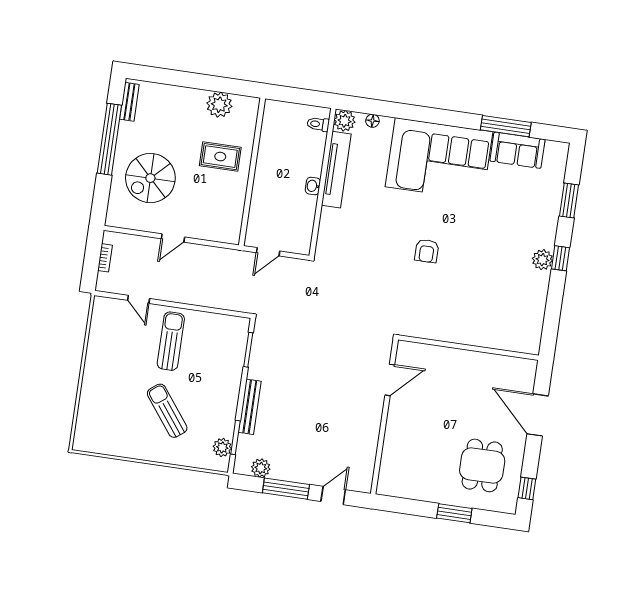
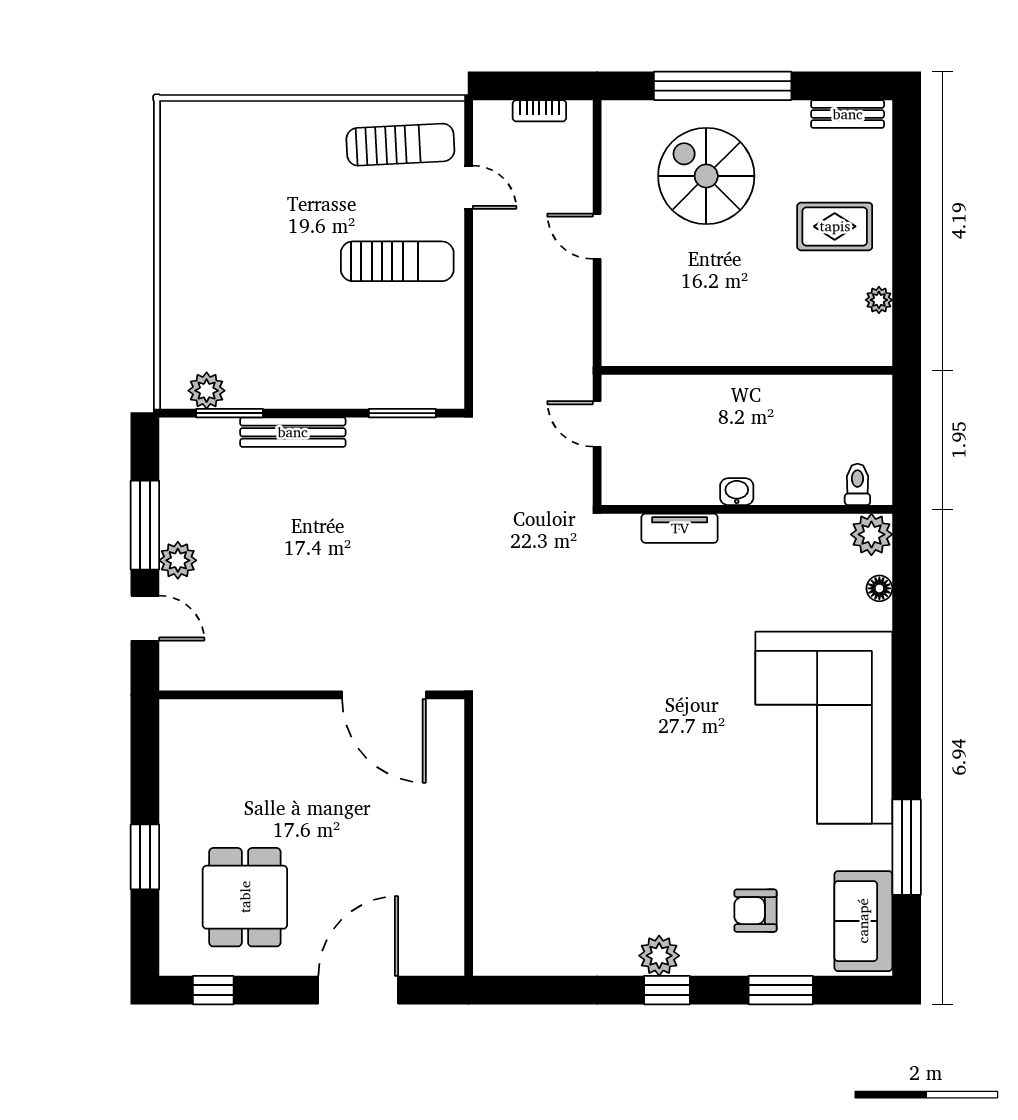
plant: (219, 105) -> (879, 300), width x0.53, depth x0.53
window: (109, 139) -> (723, 86), moved
sofa: (517, 150) -> (863, 921), moved
rug: (220, 157) -> (835, 226), moved, turned 90
tv unit: (336, 170) -> (680, 528), moved, width x0.52, depth x0.78
armchair: (427, 251) -> (756, 911), moved
door: (139, 299) -> (469, 187), swing flipped
door: (390, 380) -> (384, 695), width x1.36
sun lounger: (167, 411) -> (400, 145), moved, turned 34
dining table: (482, 465) -> (245, 897), turned 90
plant: (261, 468) -> (178, 560), moved

